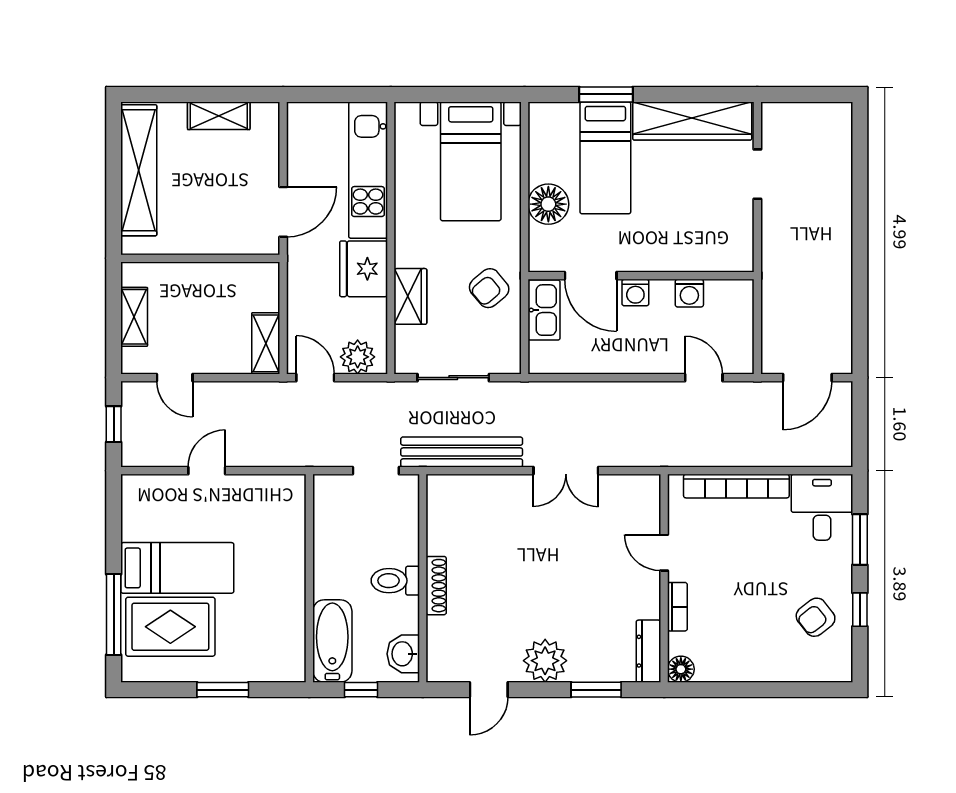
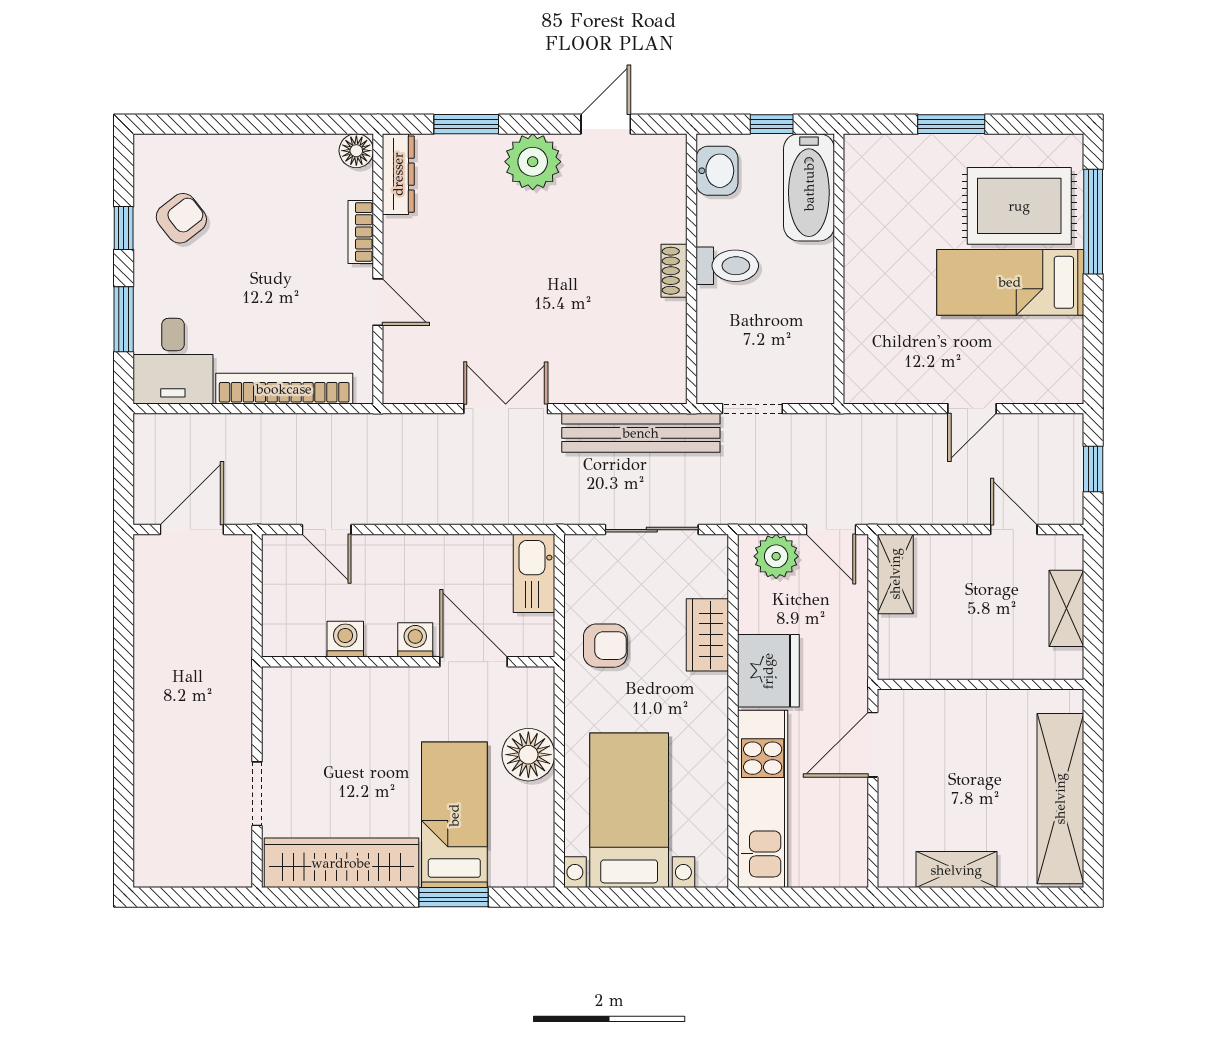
armchair: (489, 288) -> (605, 646), turned 40
kitchen sink: (544, 310) -> (534, 573), moved
shoe rack: (436, 586) -> (674, 271), width x0.70

